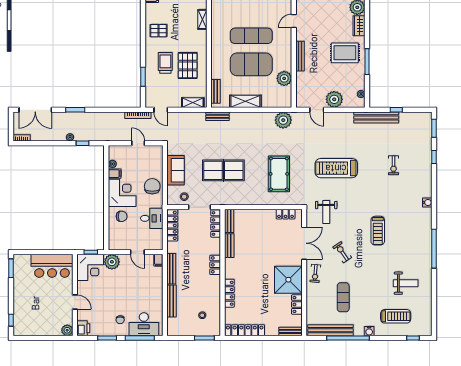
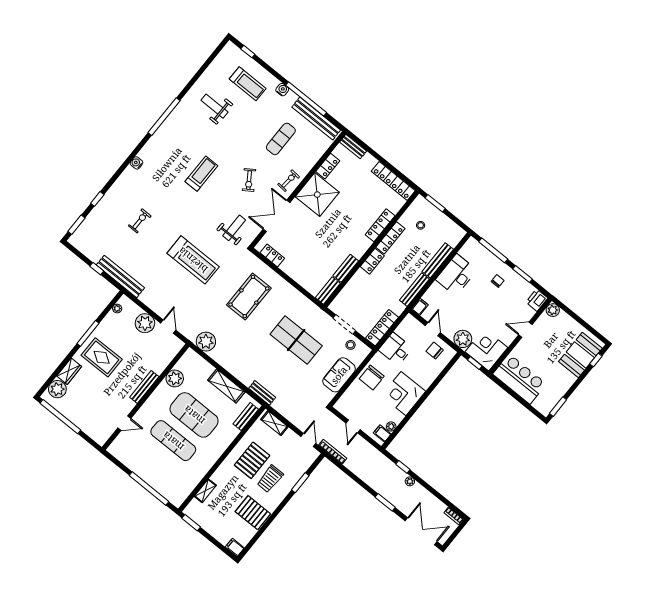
pallet: (158, 31) -> (253, 513), width x1.50, depth x1.42
filing cabinet: (115, 174) -> (382, 433), moved
chair: (122, 216) -> (435, 351), moved
locker: (216, 224) -> (390, 238), moved
door: (75, 302) -> (525, 330), hinge flipped
booth: (24, 315) -> (580, 355), added
treadmill: (396, 316) -> (248, 84), turned 180
desk: (144, 324) -> (456, 275), moved, turned -90

